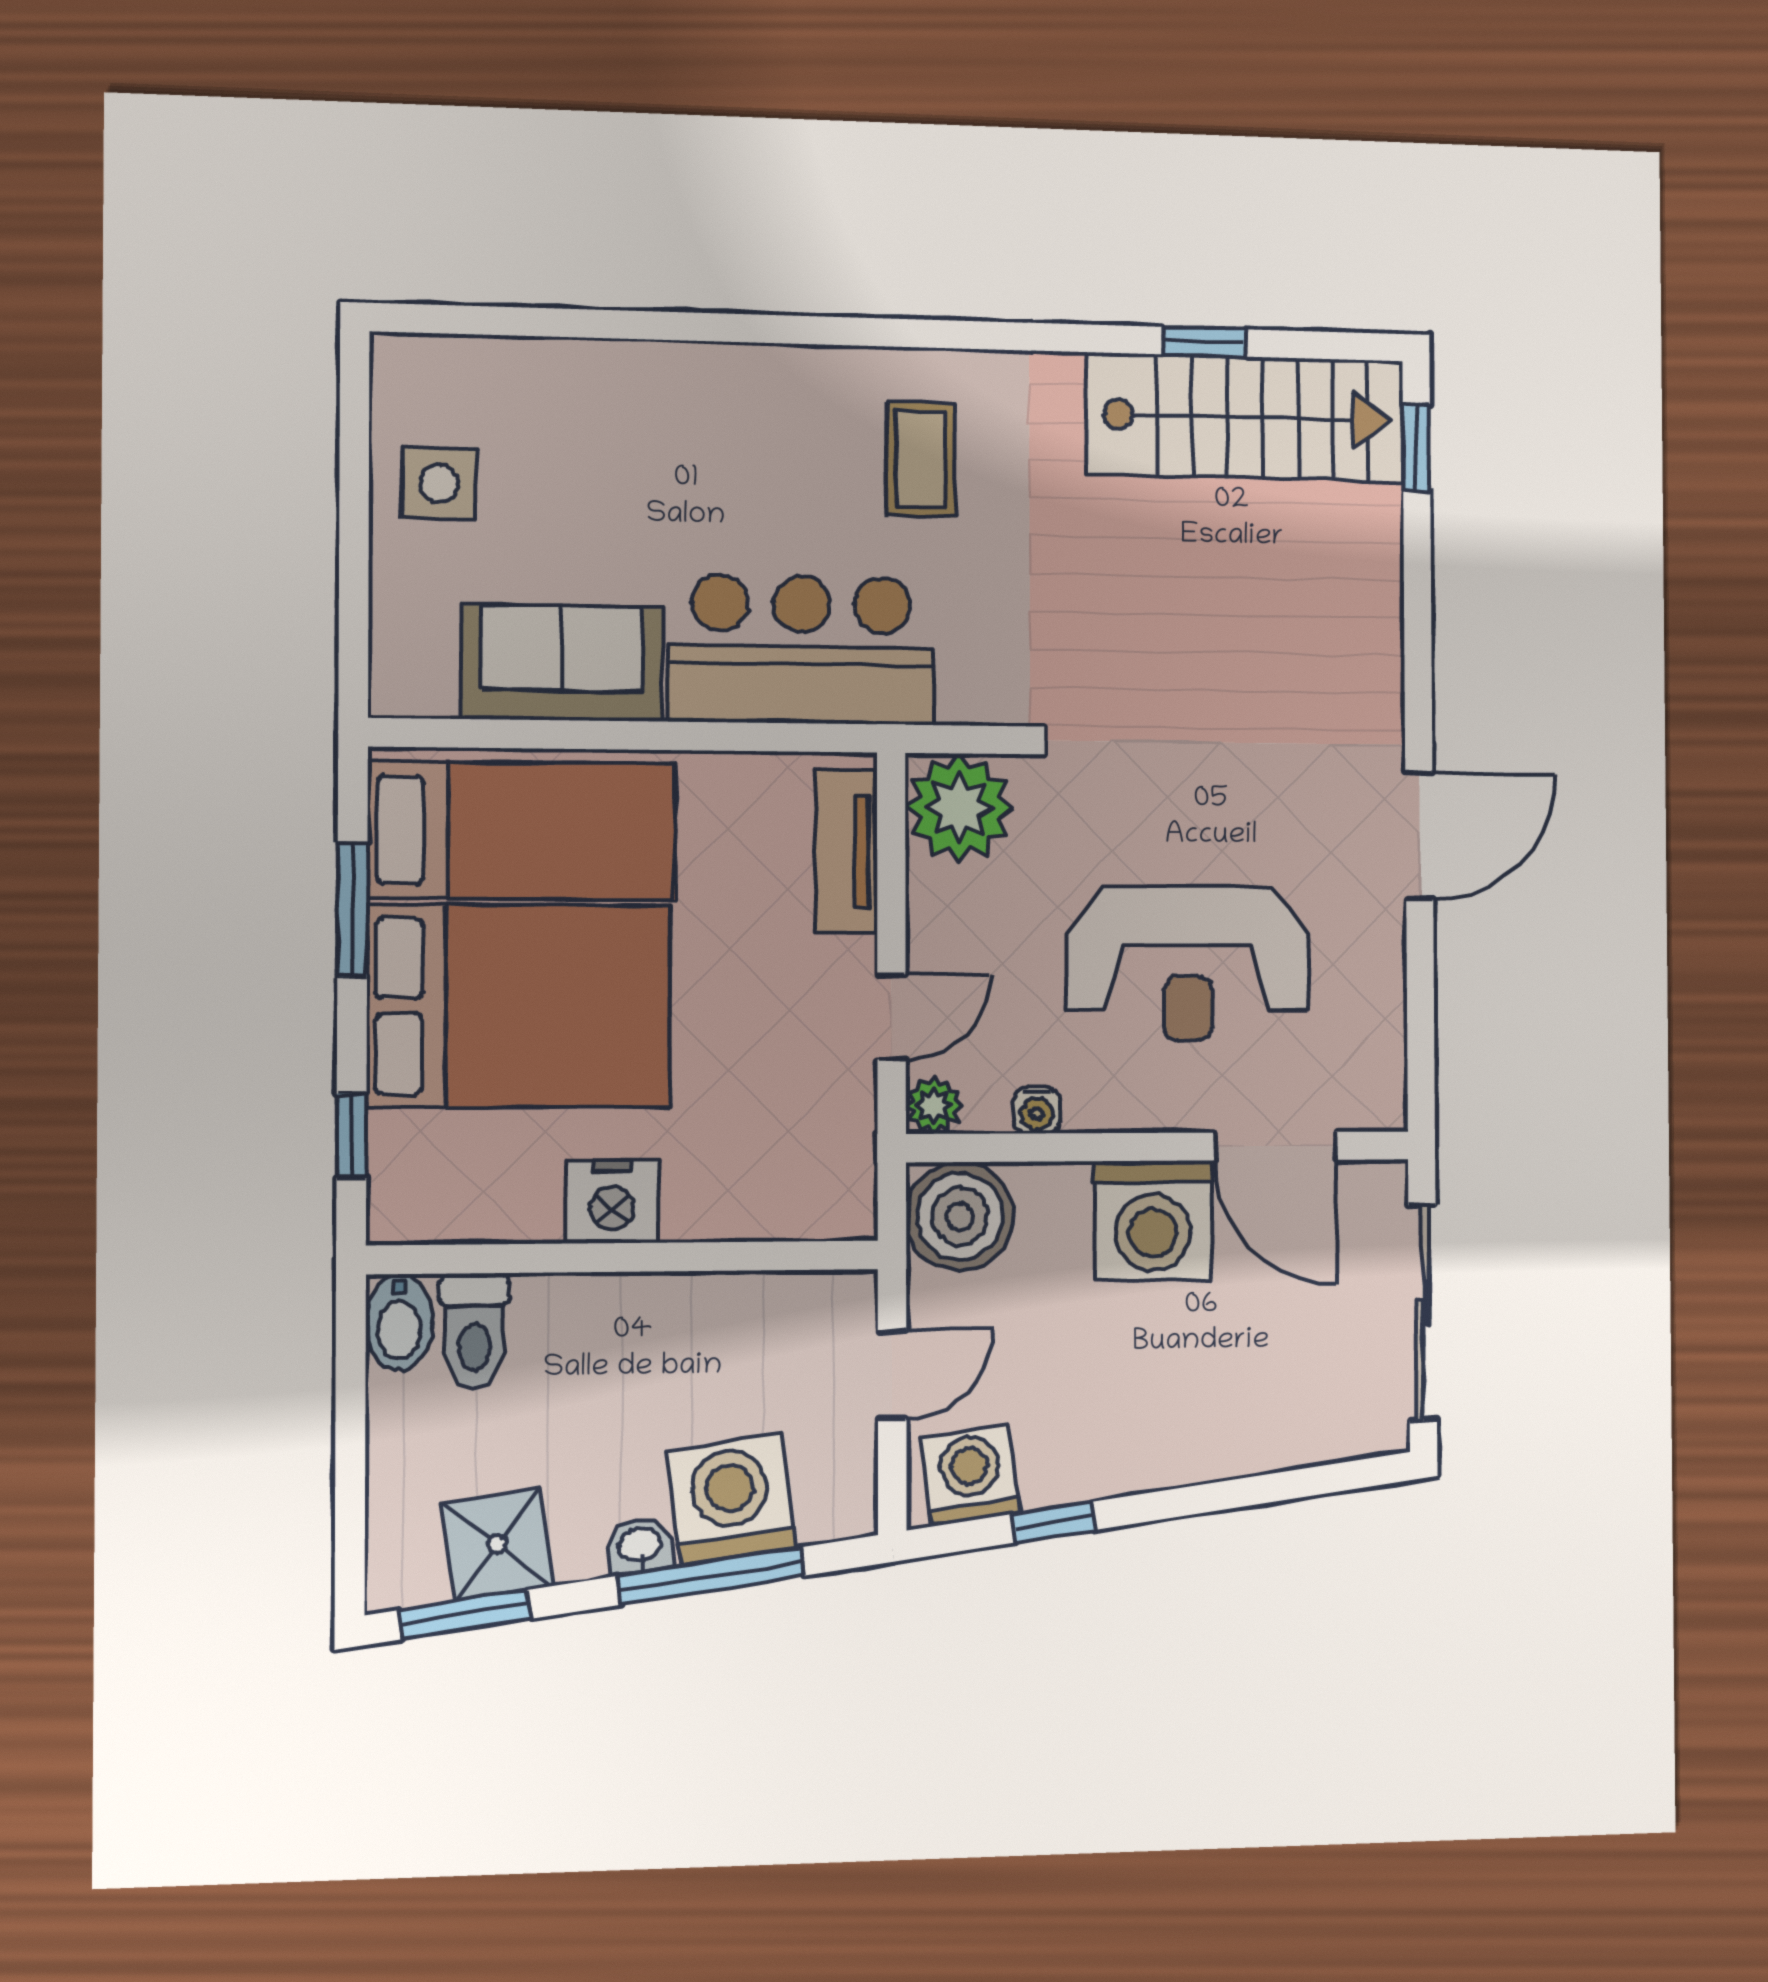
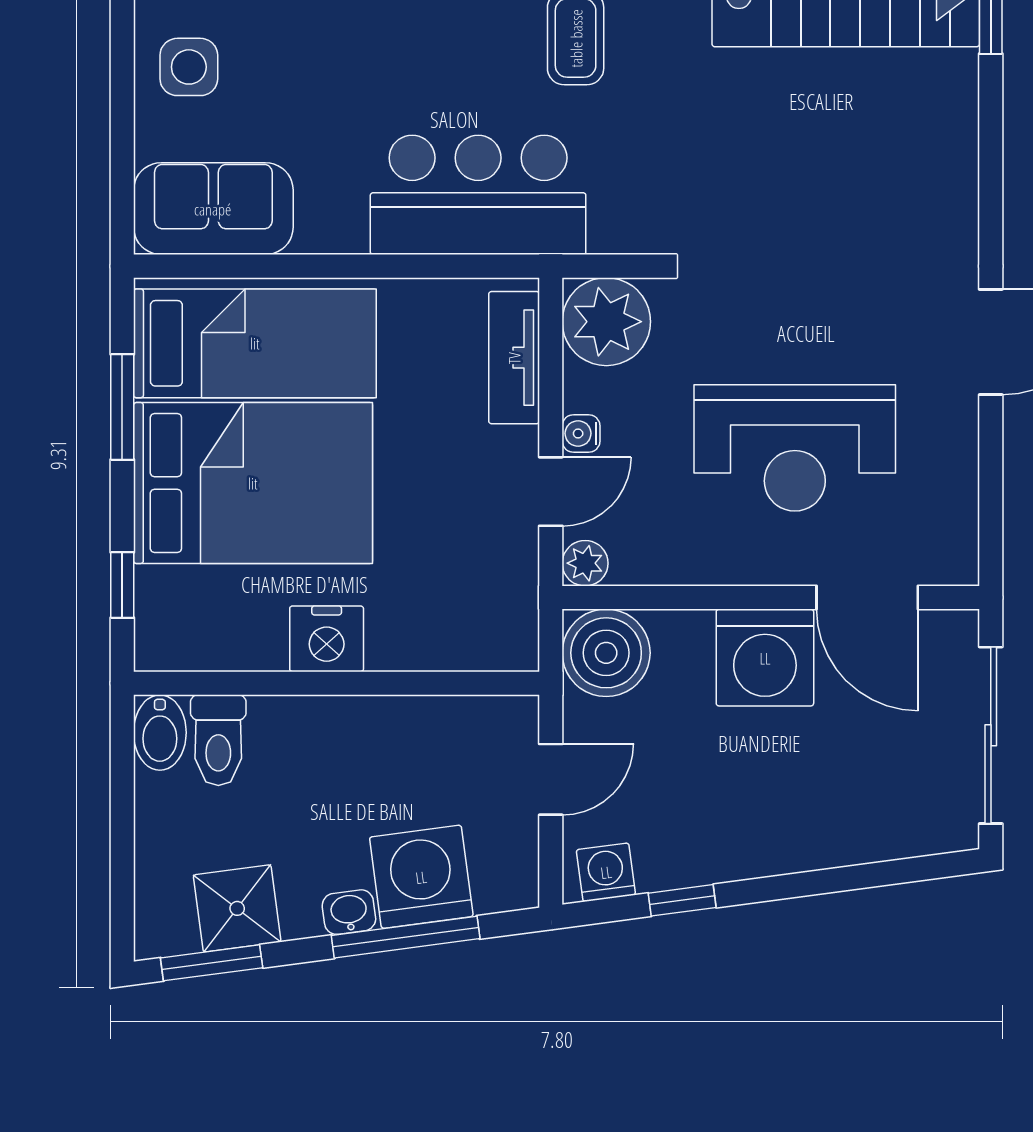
sofa: (562, 663) -> (213, 209), moved
water cooler: (1037, 1110) -> (581, 433), moved, turned 90
washing machine: (971, 1475) -> (606, 872), width x0.73, depth x0.73

